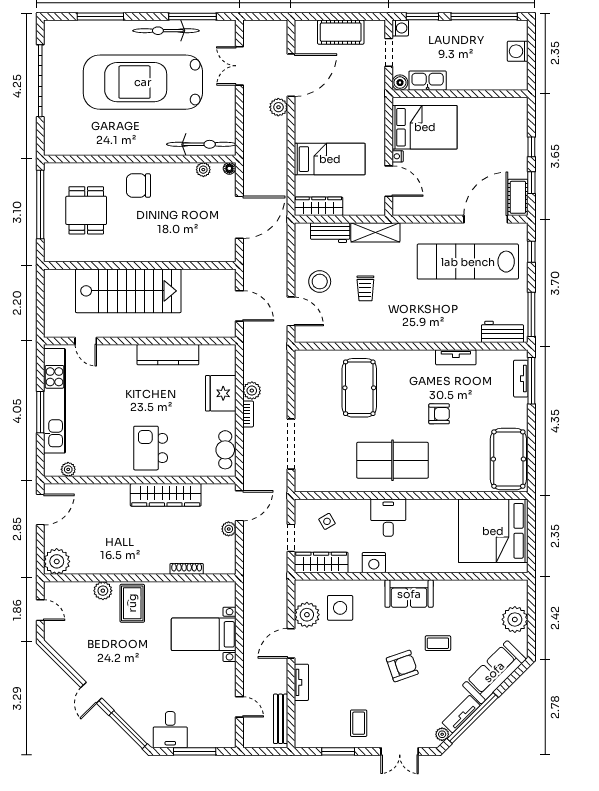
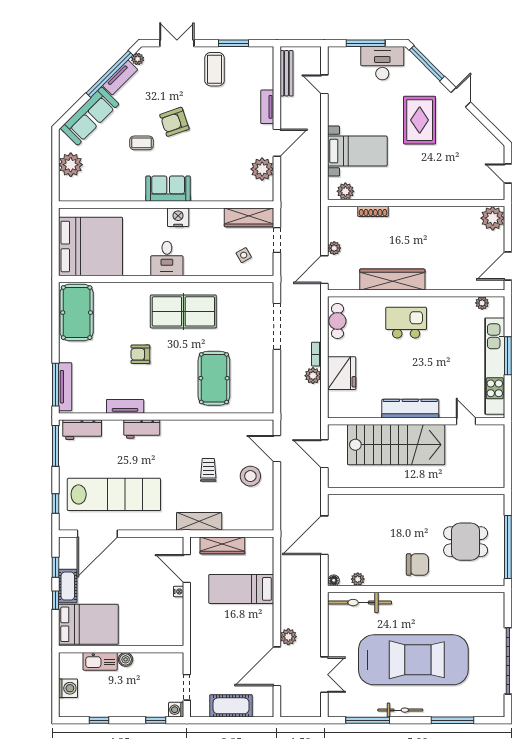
window: (422, 16) -> (156, 720), width x0.67
window: (484, 16) -> (99, 720), width x0.32
bicycle: (166, 31) -> (400, 710), width x0.73, depth x0.71
kitchen sink: (428, 81) -> (100, 661), moved
boiler: (400, 83) -> (126, 659), moved
bed: (425, 127) -> (88, 624), moved, turned 180
cot: (518, 197) -> (68, 586), moved
wardrobe: (319, 206) -> (222, 545), moved
dining table: (86, 210) -> (466, 542), turned 90
workbench: (330, 233) -> (142, 429), moved, turned 180
stairs: (128, 291) -> (396, 445), moved, turned 180
kitchen counter: (168, 355) -> (410, 409), moved
tv unit: (521, 379) -> (65, 387), width x1.41
kitchen island: (151, 448) -> (406, 323), turned -90
desk: (388, 518) -> (167, 258), moved
nightstand: (374, 563) -> (178, 217), moved
plant: (103, 591) -> (345, 191), moved
rug: (132, 603) -> (420, 120), moved, width x1.36, depth x1.43
side table: (340, 608) -> (232, 175), removed
coffee table: (359, 723) -> (214, 69), width x1.36, depth x1.30
desk: (170, 730) -> (382, 63), width x1.37

